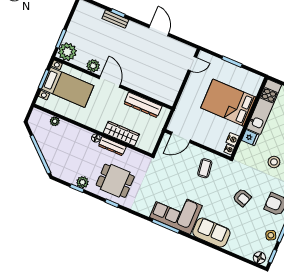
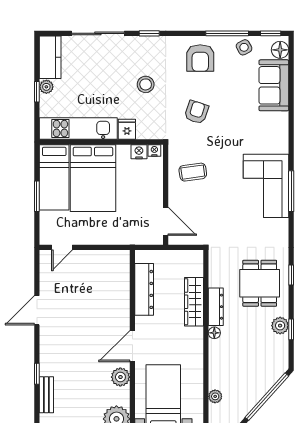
bench: (115, 19) -> (46, 395), moved
door: (192, 64) -> (62, 247), swing flipped
bed: (239, 78) -> (54, 177), added
armchair: (242, 198) -> (196, 112), moved
sofa: (211, 233) -> (274, 85), moved

